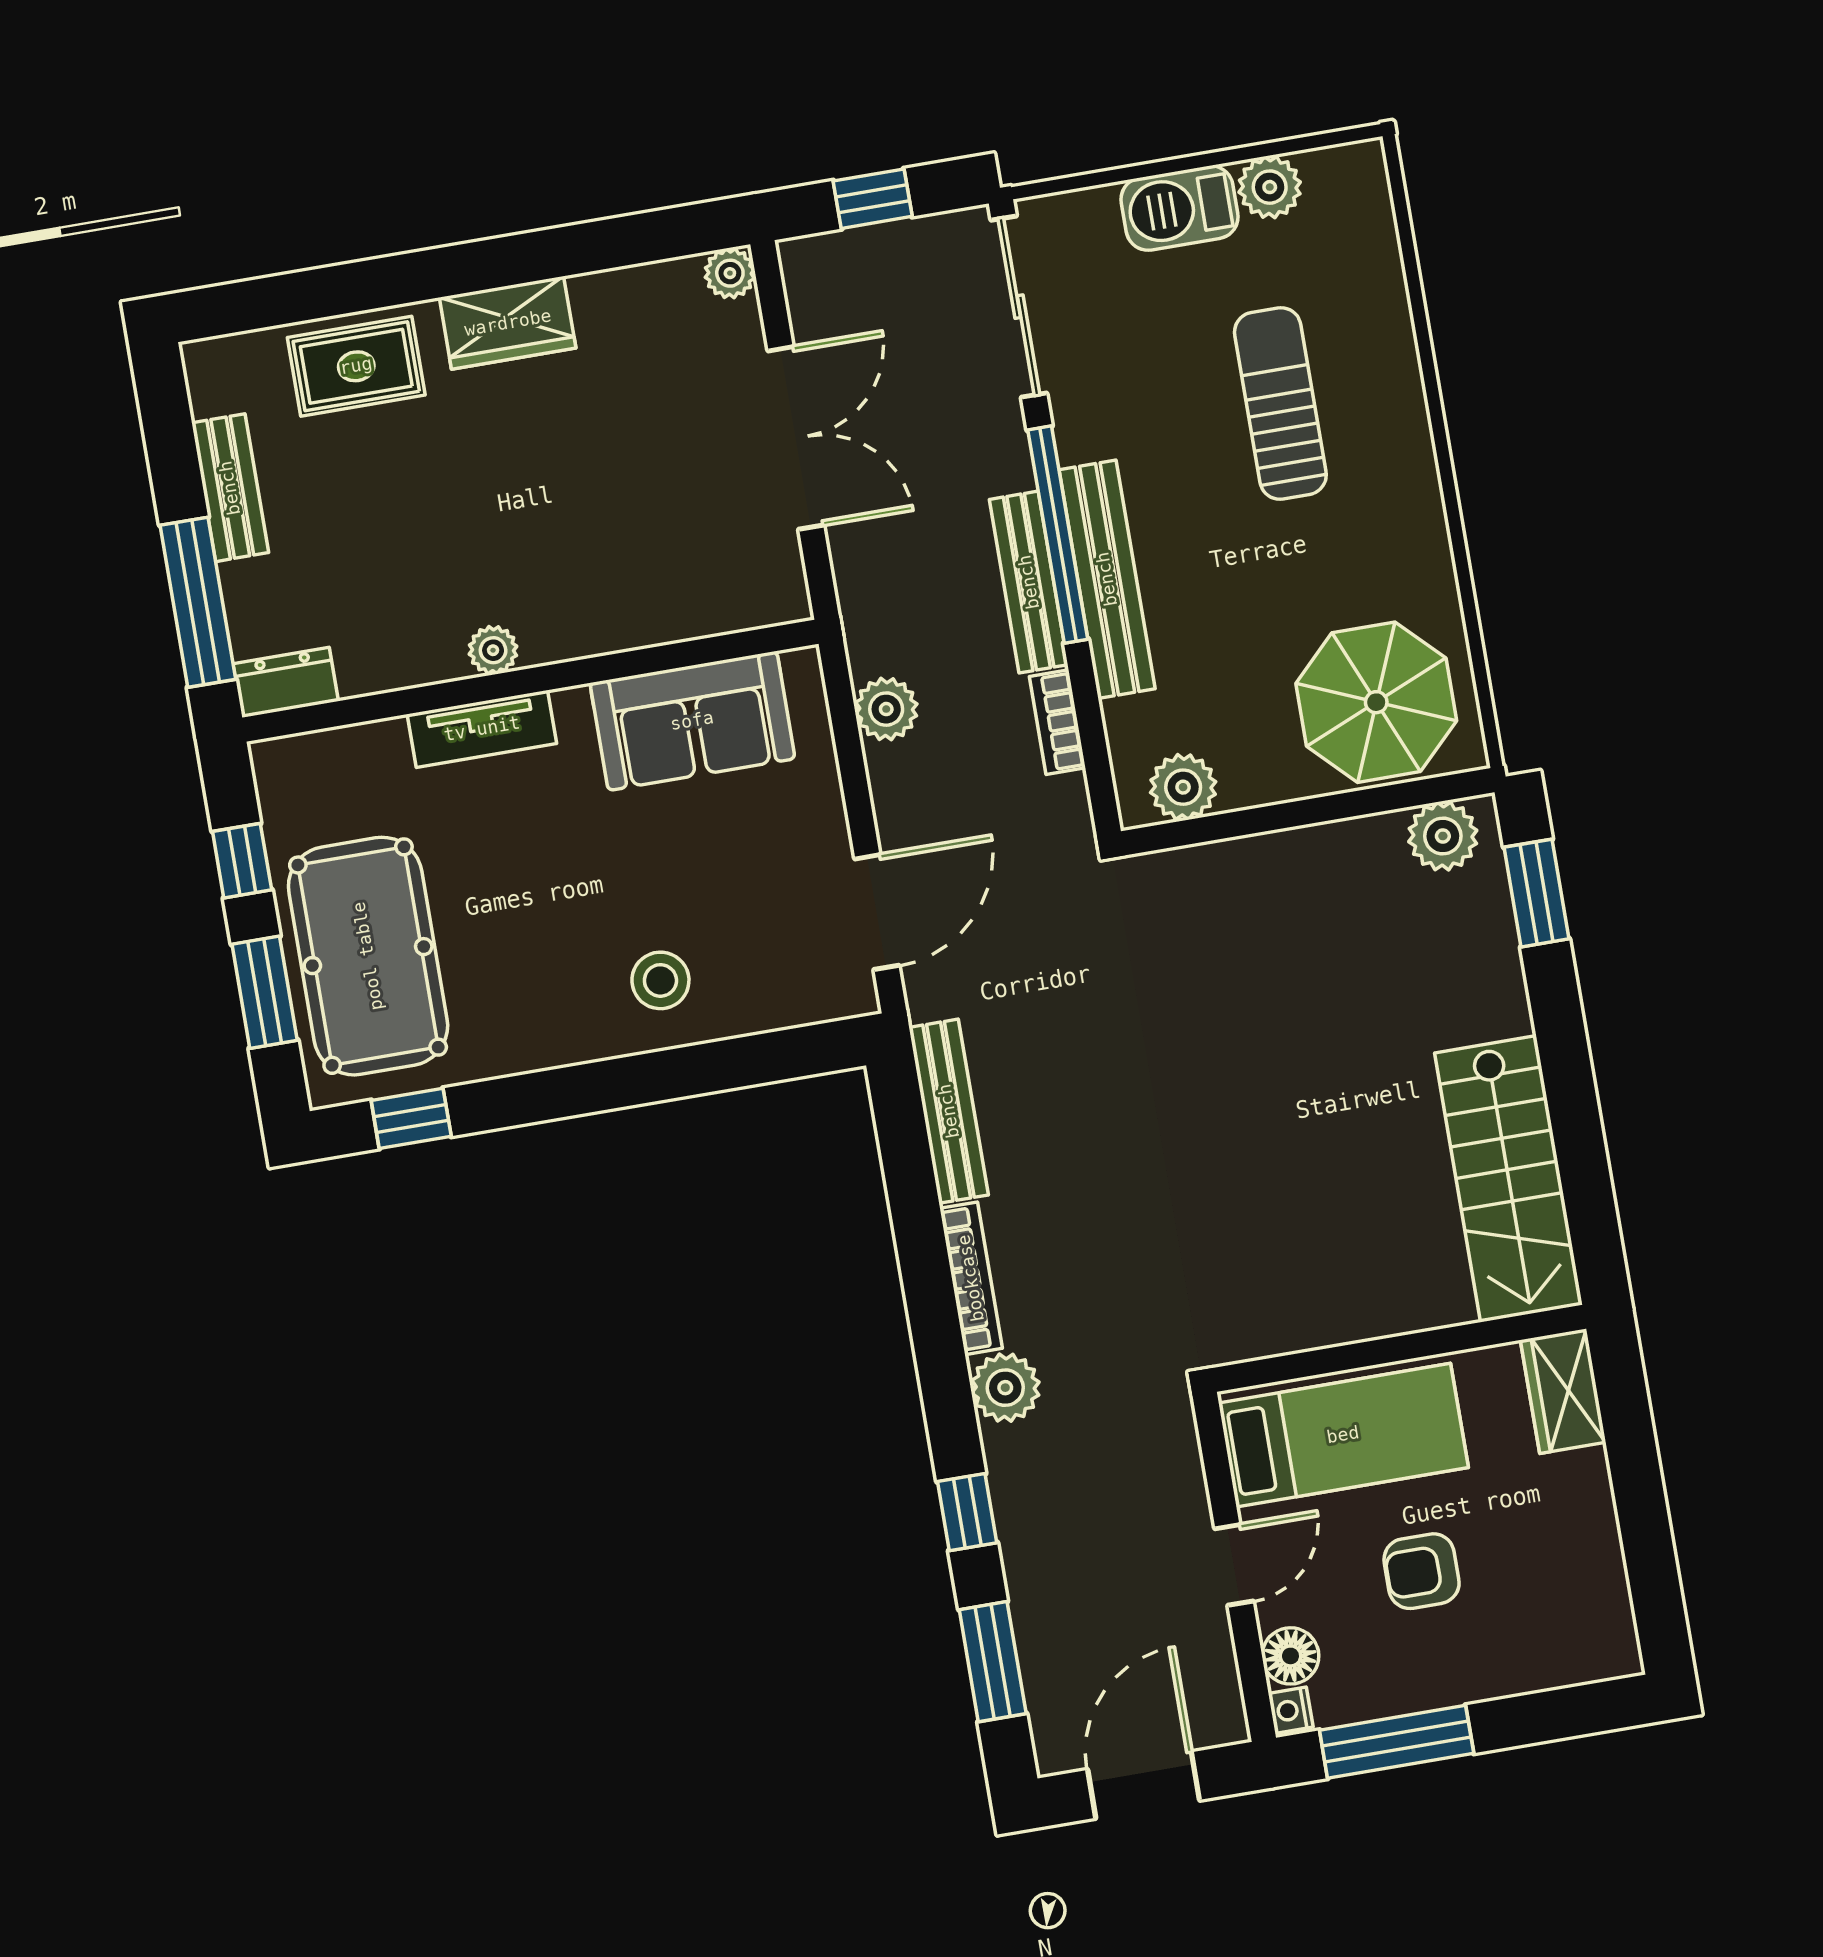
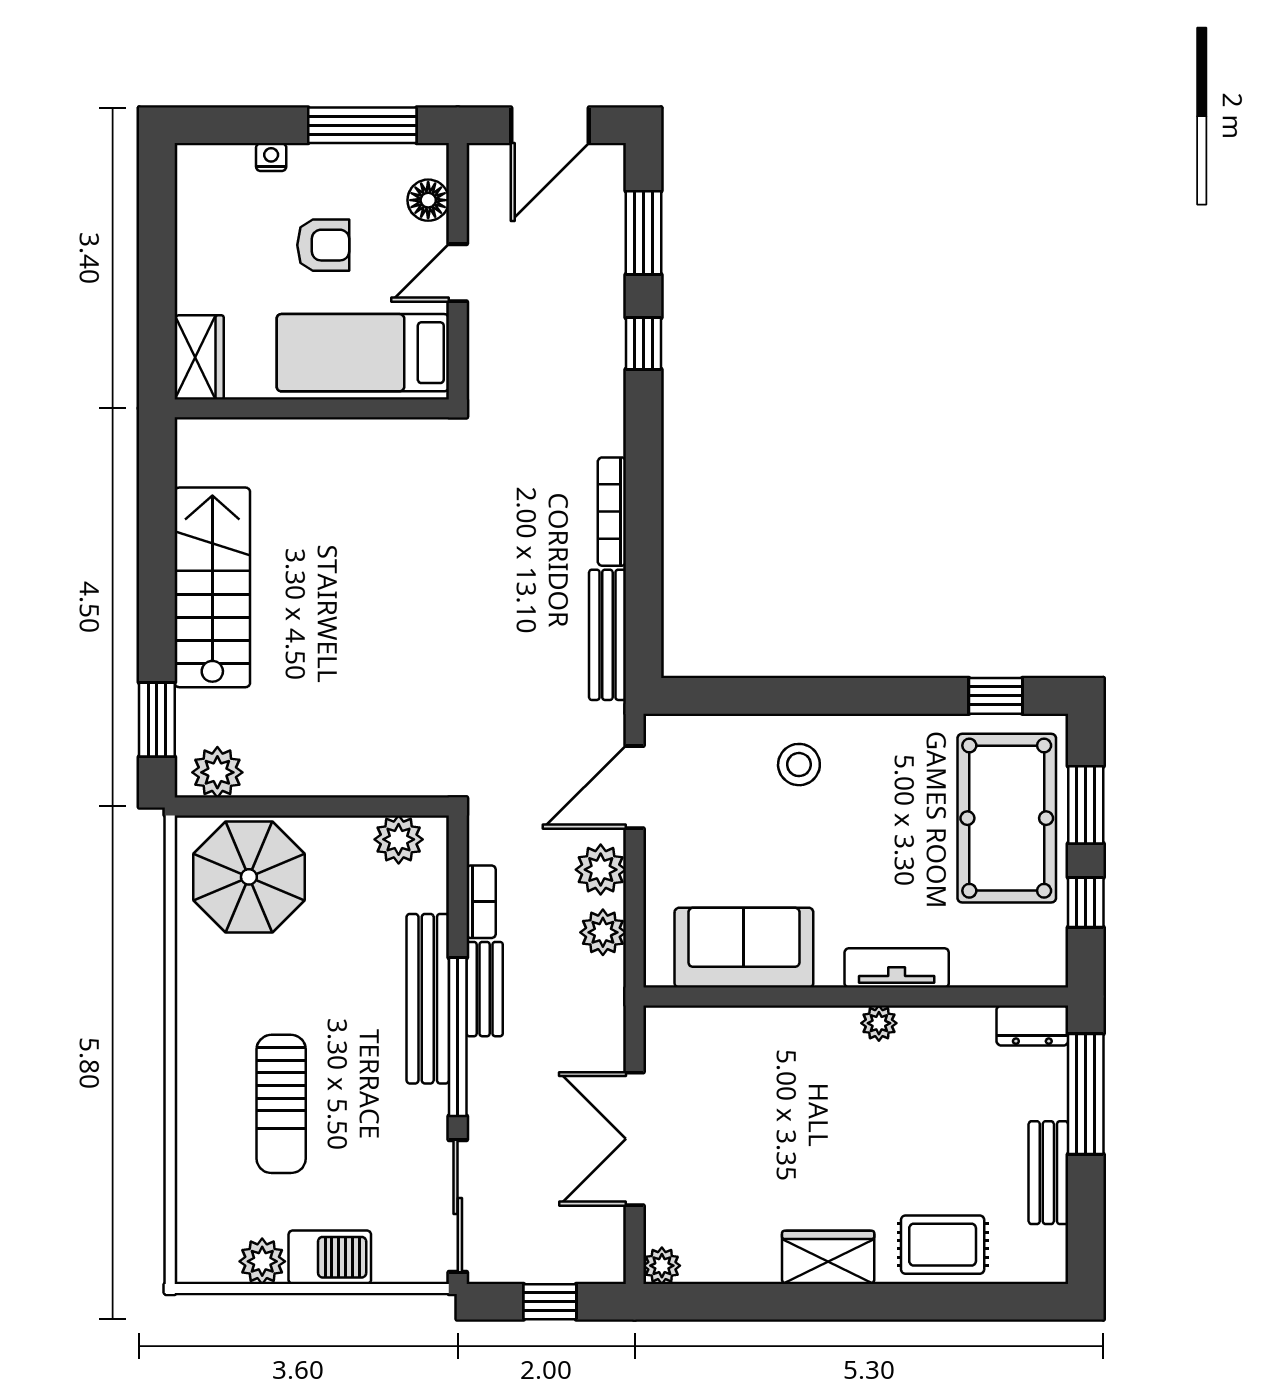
bench: (1029, 582) -> (485, 989), width x0.73
stairs: (1508, 1179) -> (212, 587), moved
plant: (1005, 1388) -> (601, 870), moved
nightstand: (1291, 1710) -> (271, 157), moved, turned -90

